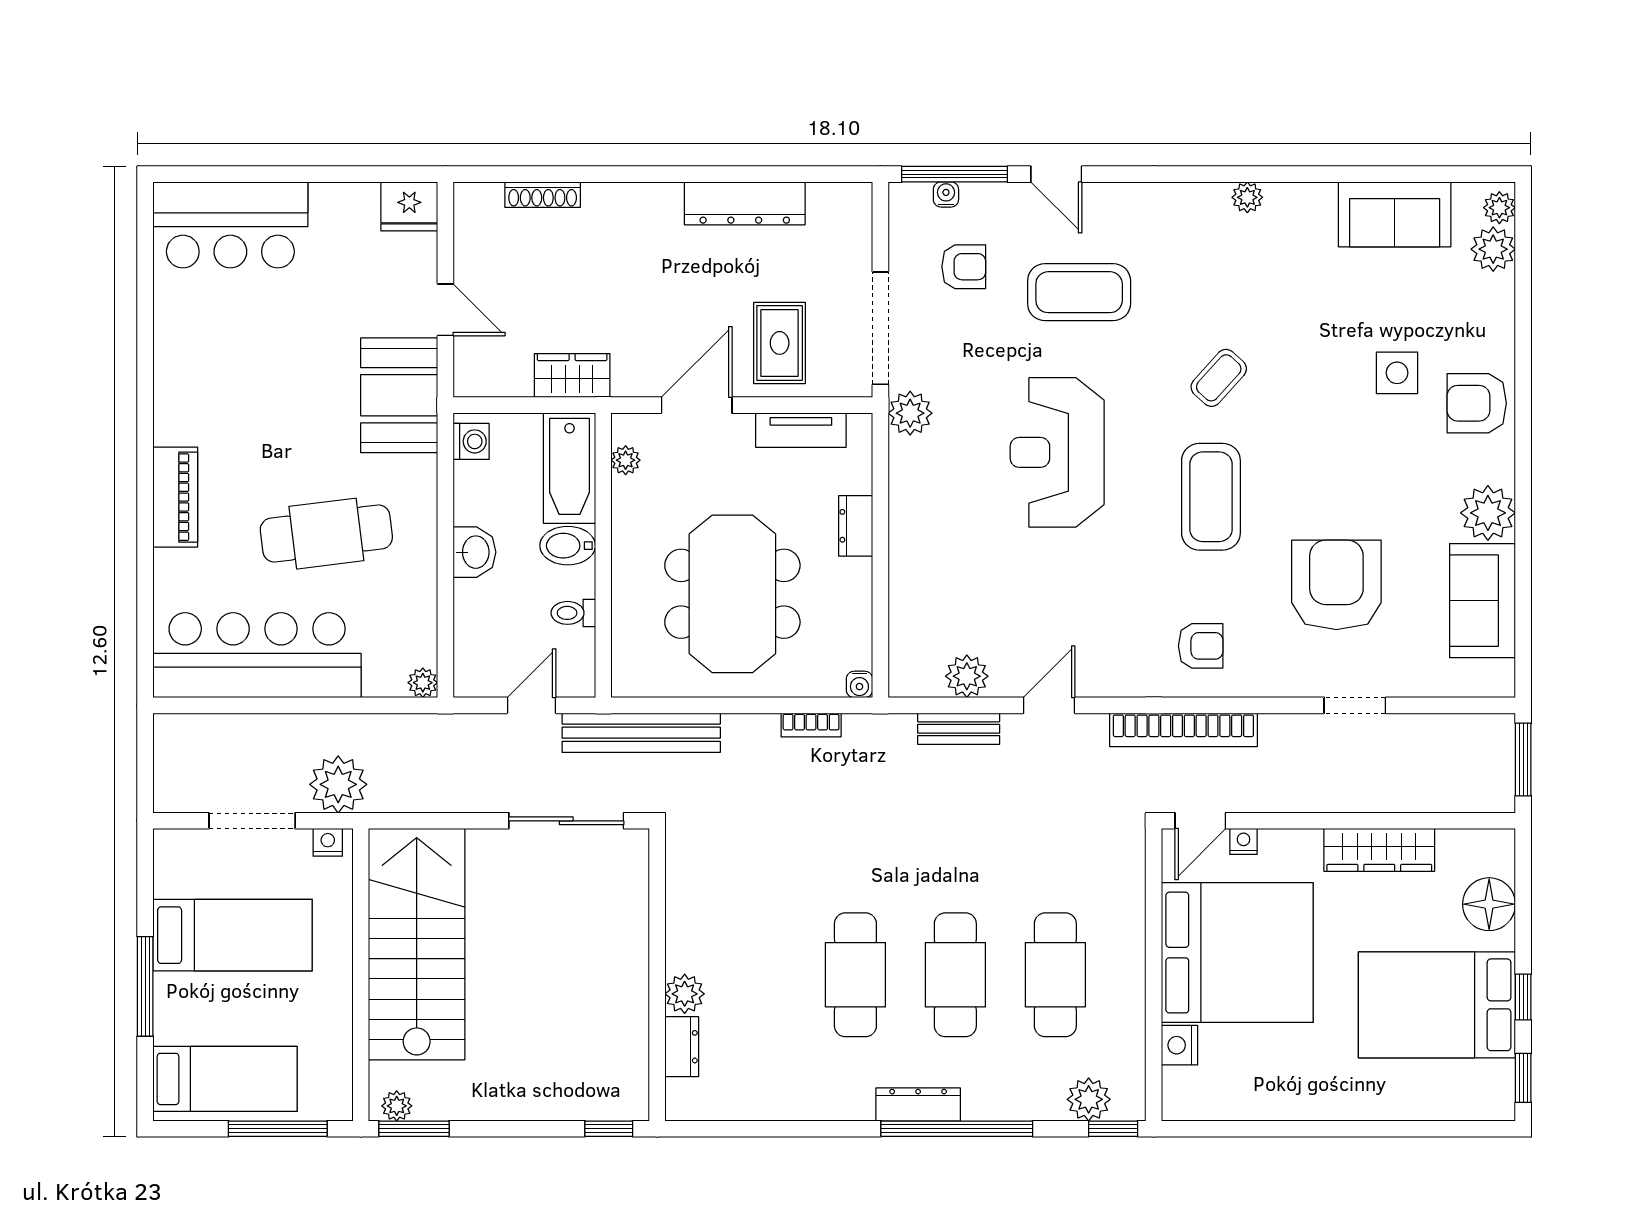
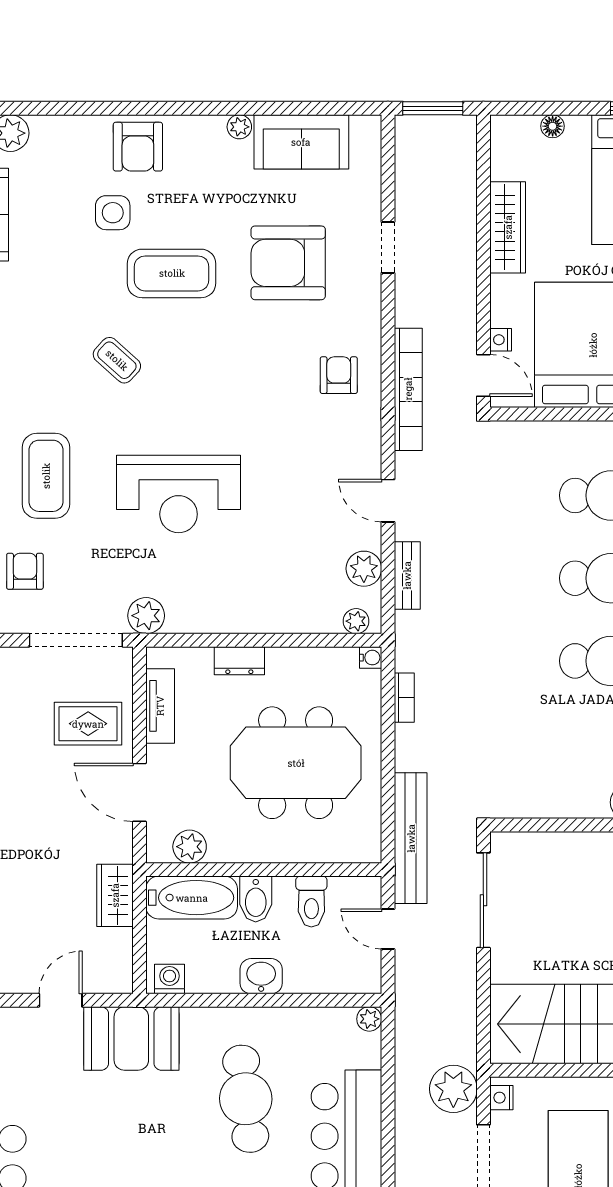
plant: (626, 460) -> (190, 847), width x1.38, depth x1.38
coffee table: (1211, 497) -> (172, 273), moved
plant: (1488, 513) -> (239, 127), width x0.53, depth x0.53
toilet: (573, 613) -> (311, 902), width x1.37, depth x1.39
plant: (903, 667) -> (356, 621), added
floor lamp: (1489, 904) -> (553, 126), width x0.53, depth x0.53

